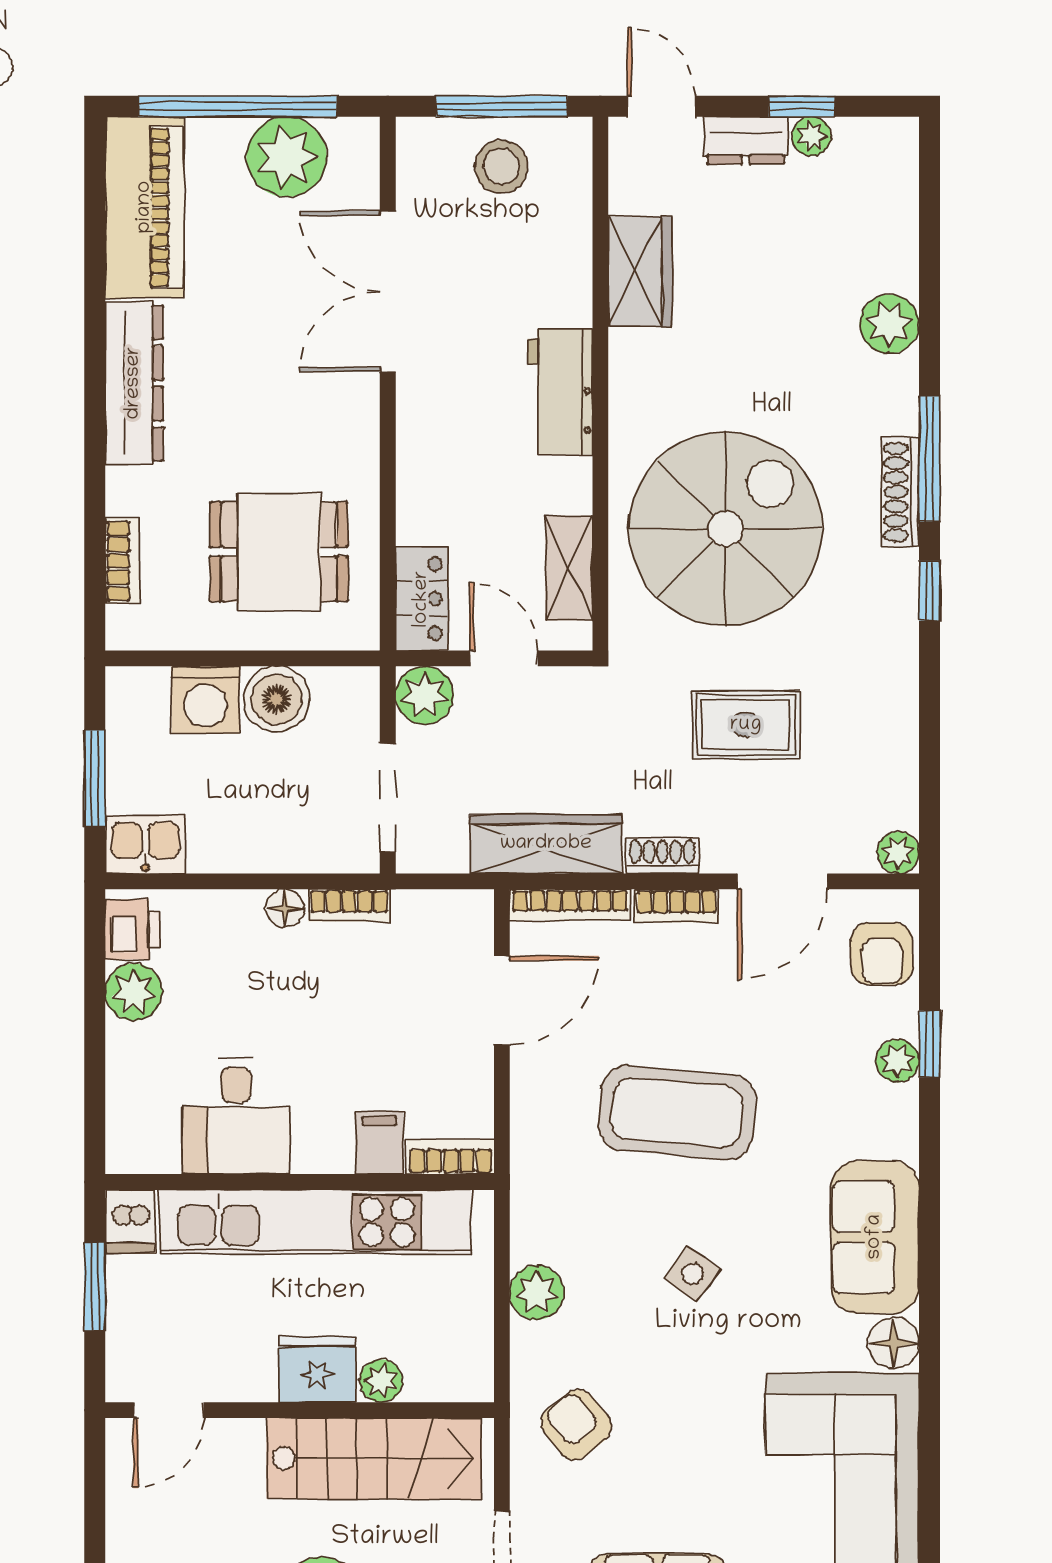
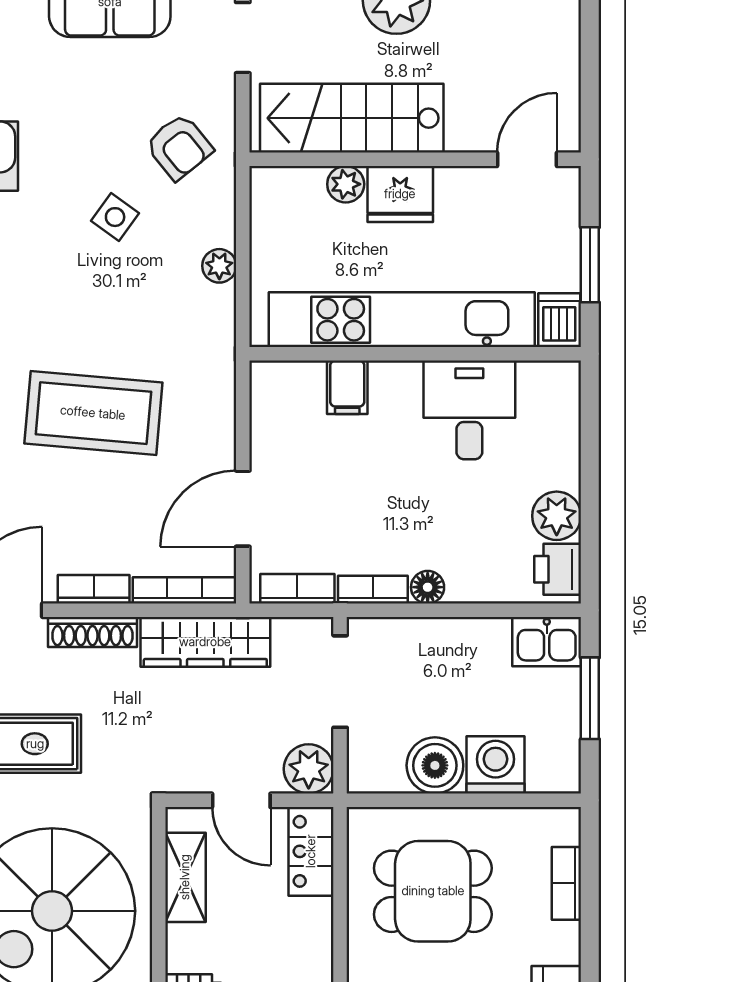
shoe rack: (662, 856) -> (93, 632), width x1.43
bookcase: (451, 1157) -> (297, 589), moved, turned 180
side table: (692, 1274) -> (115, 217), moved
plant: (537, 1293) -> (219, 266), width x0.73, depth x0.73

